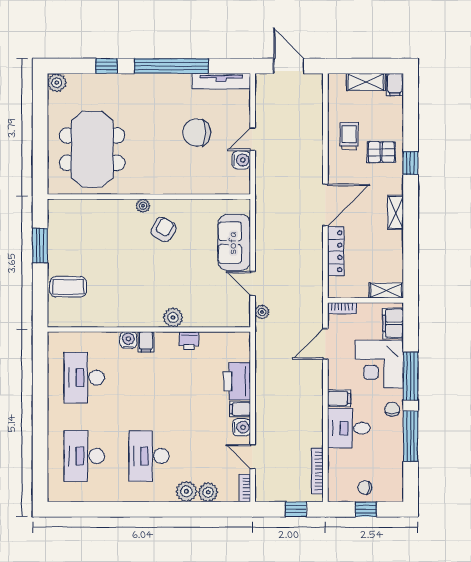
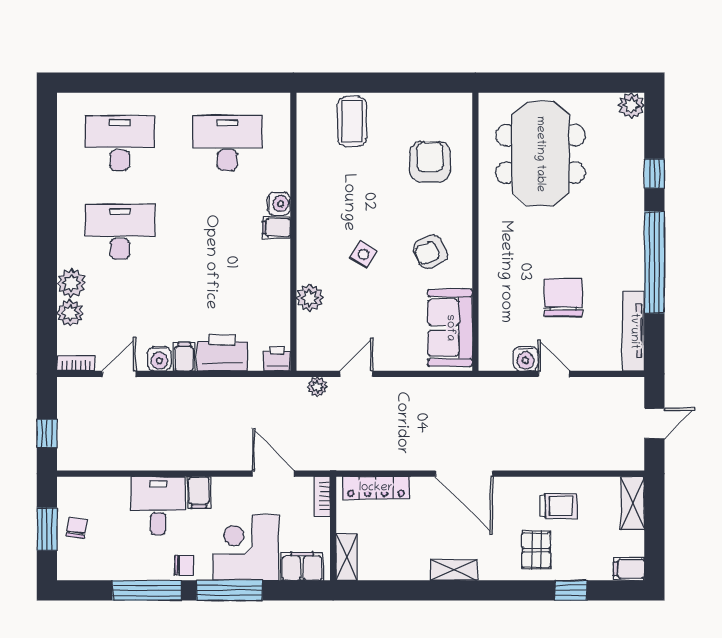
door: (289, 66) -> (654, 423), width x0.73
shelving: (366, 82) -> (633, 503), moved
meeting table: (92, 149) -> (540, 154), turned 90
window: (411, 163) -> (571, 590), moved
plant: (143, 206) -> (463, 224), removed
armchair: (163, 229) -> (430, 252), turned 126
armchair: (98, 230) -> (430, 162), added
sofa: (234, 243) -> (450, 328), moved, turned -90
window: (40, 246) -> (408, 83), removed
locker: (336, 251) -> (376, 488), moved
side table: (165, 278) -> (364, 254), added
plant: (173, 317) -> (310, 298), moved
printer: (189, 341) -> (277, 359), moved, turned 90
bookcase: (317, 471) -> (99, 463), removed
window: (366, 509) -> (47, 529), width x1.50

